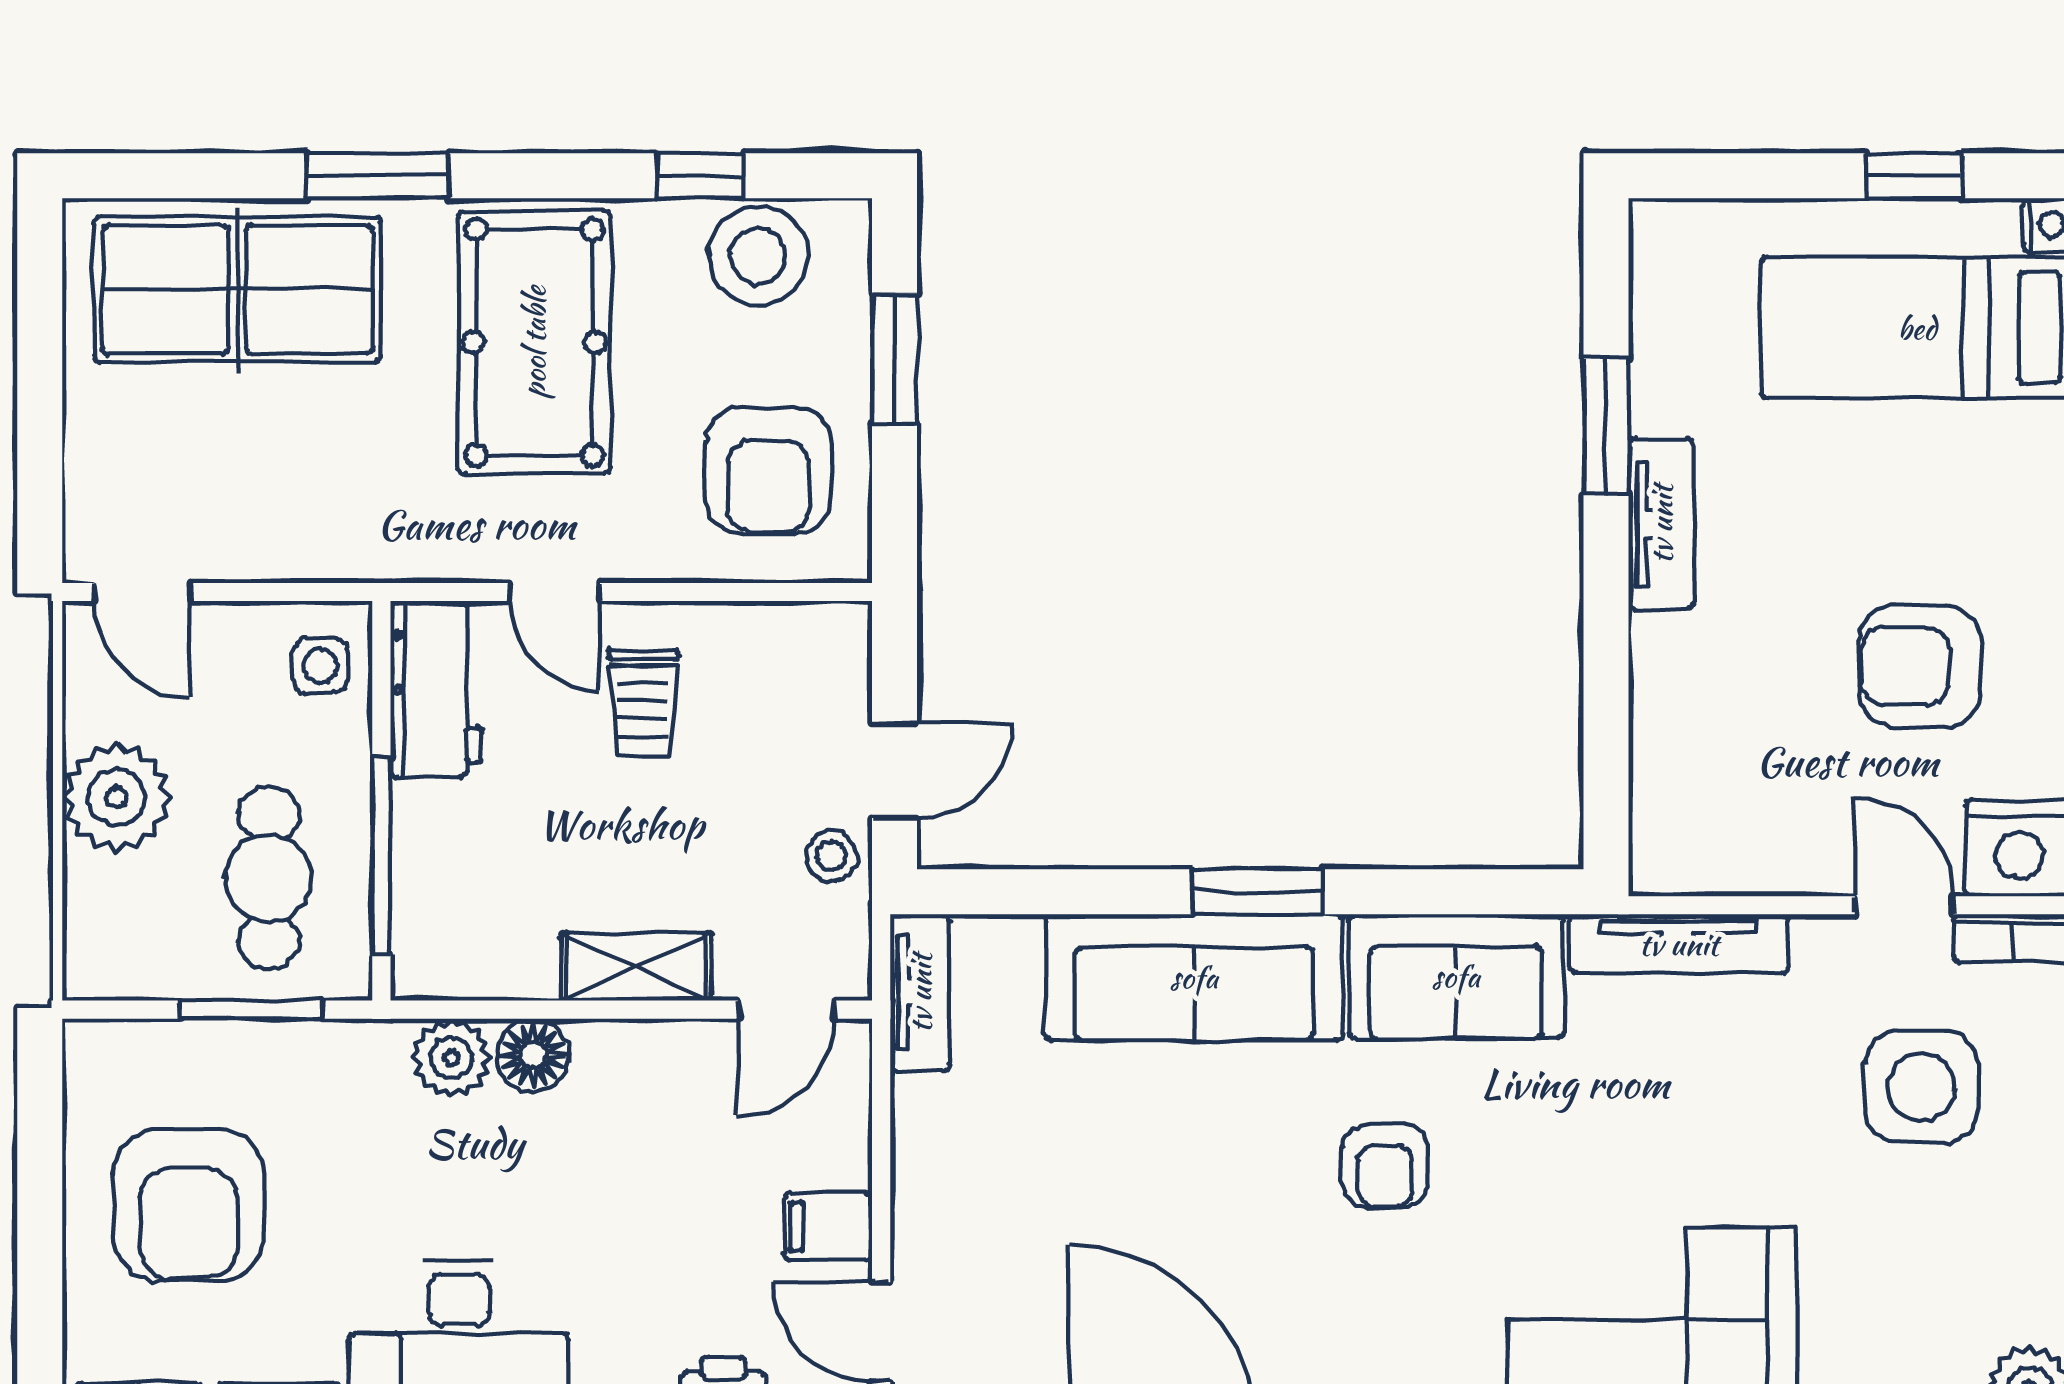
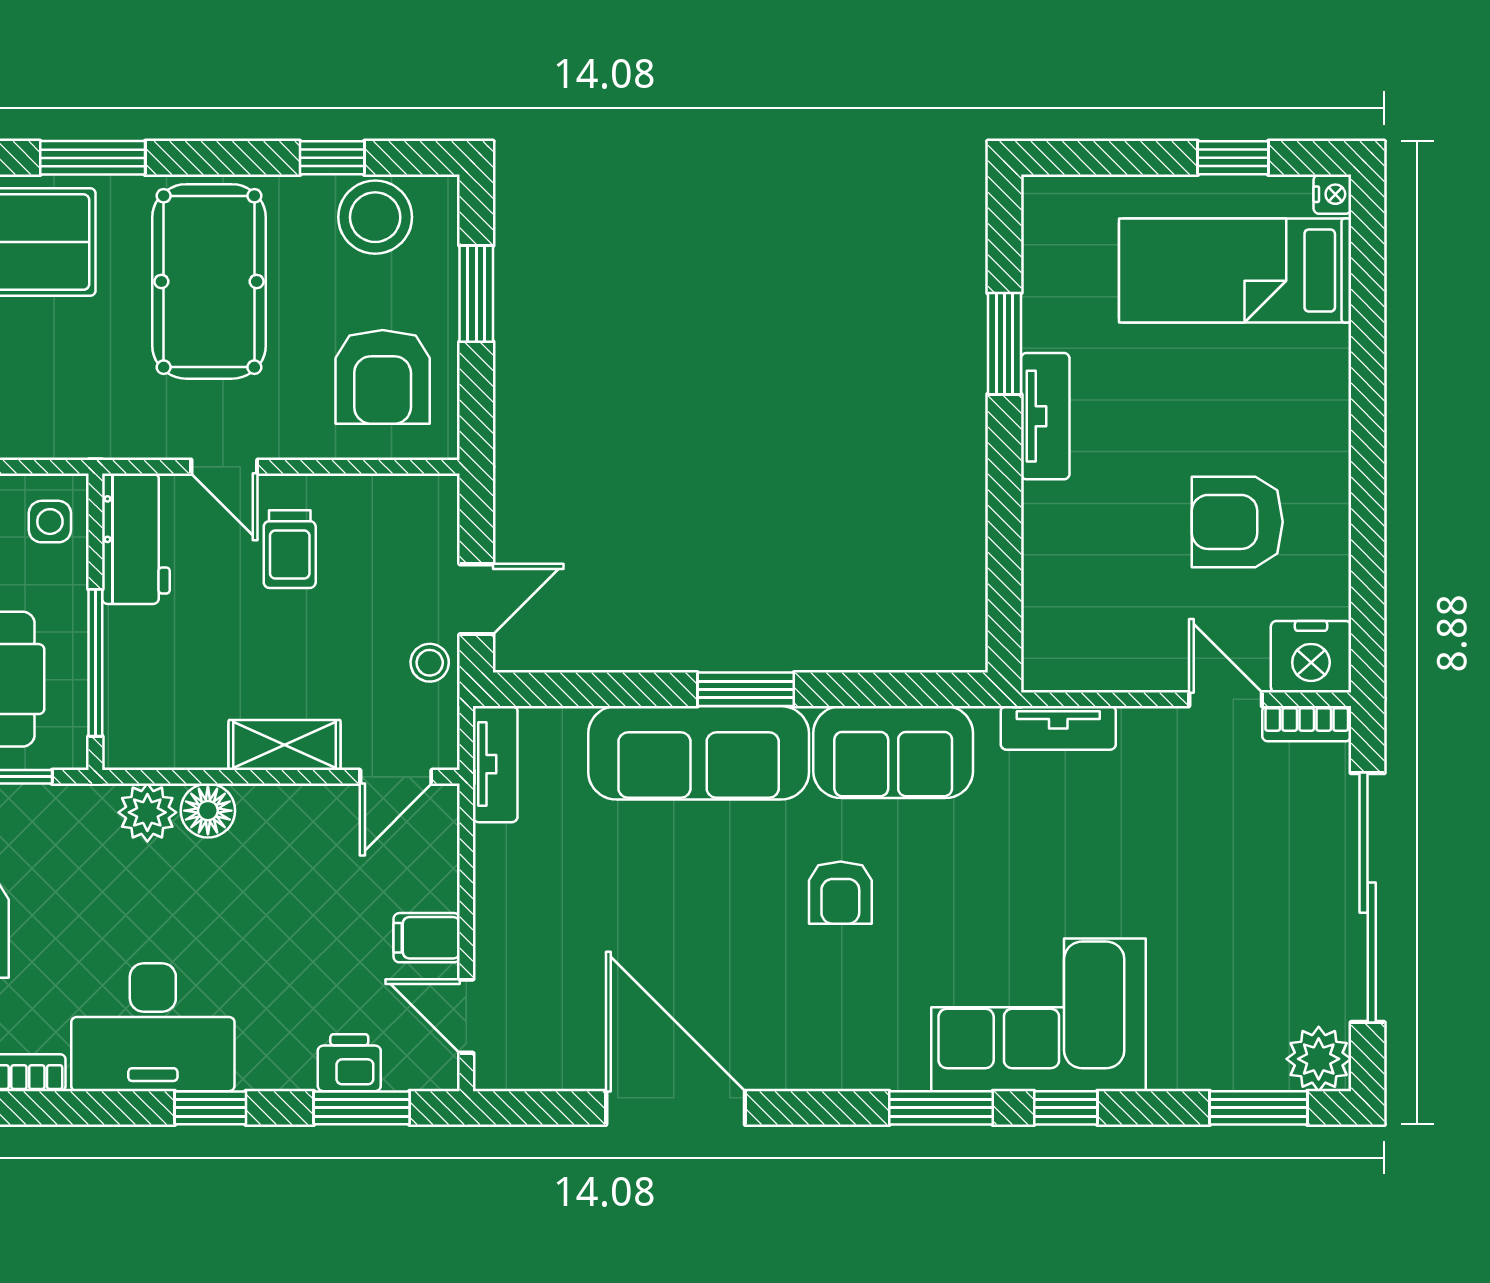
tv unit: (1679, 944) -> (1058, 728), width x0.71
side table: (1921, 1087) -> (1238, 834), removed

